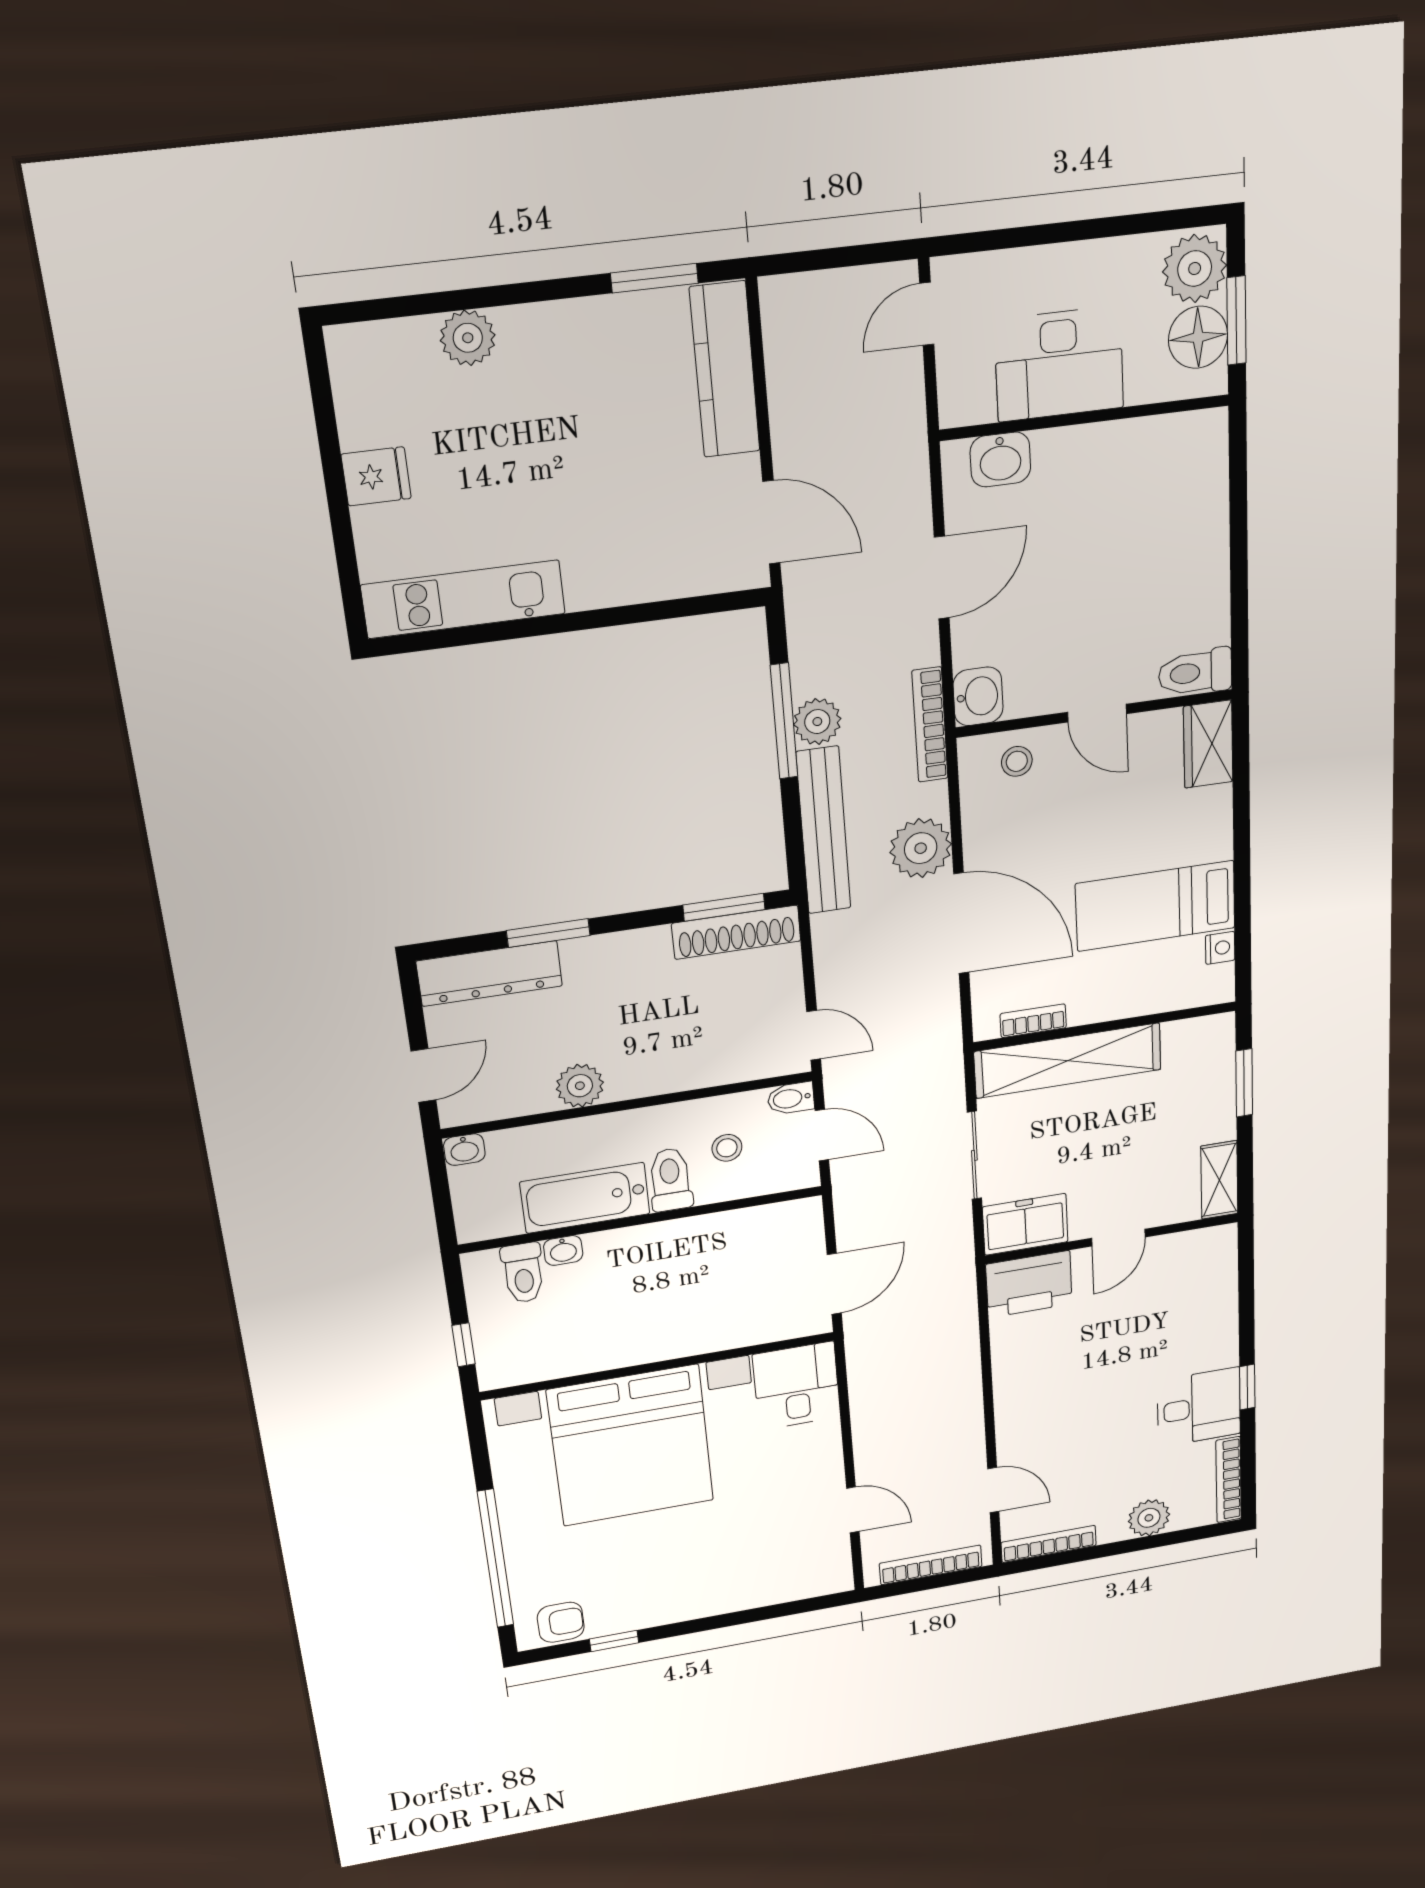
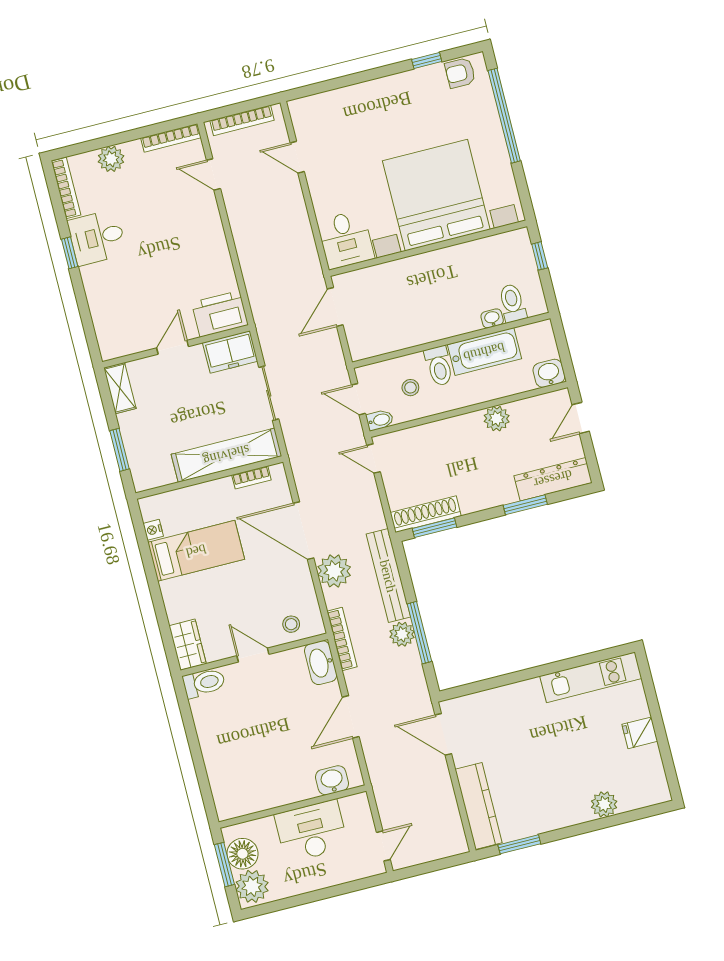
washbasin: (978, 696) -> (321, 663), width x1.38
washbasin: (464, 1150) -> (549, 373), width x1.38, depth x1.45

